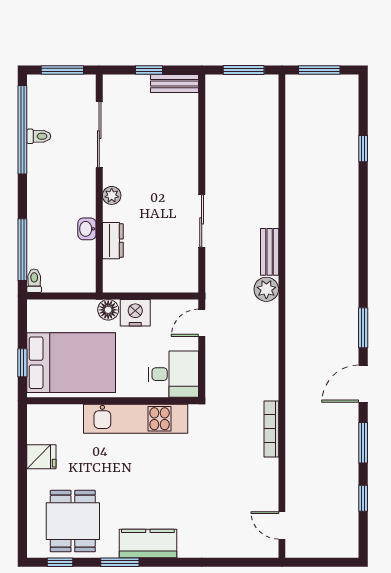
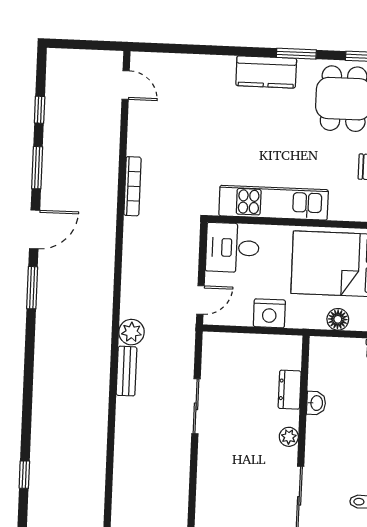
floor lamp: (108, 310) -> (338, 319), moved

